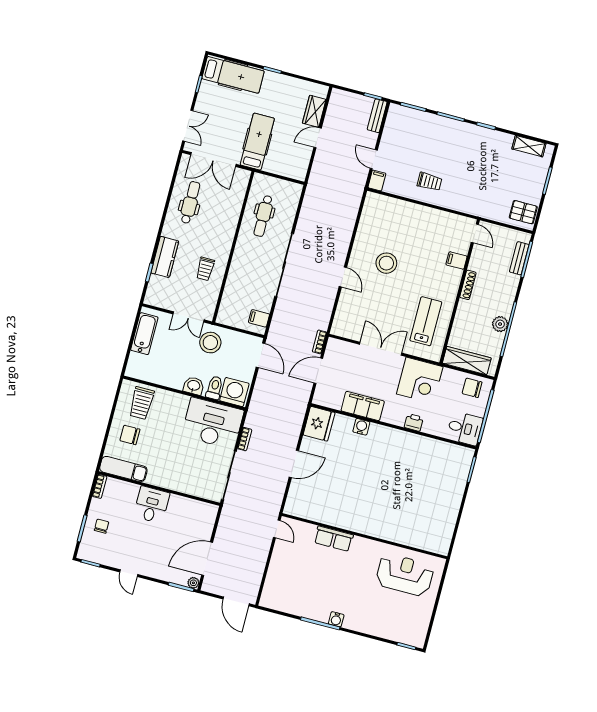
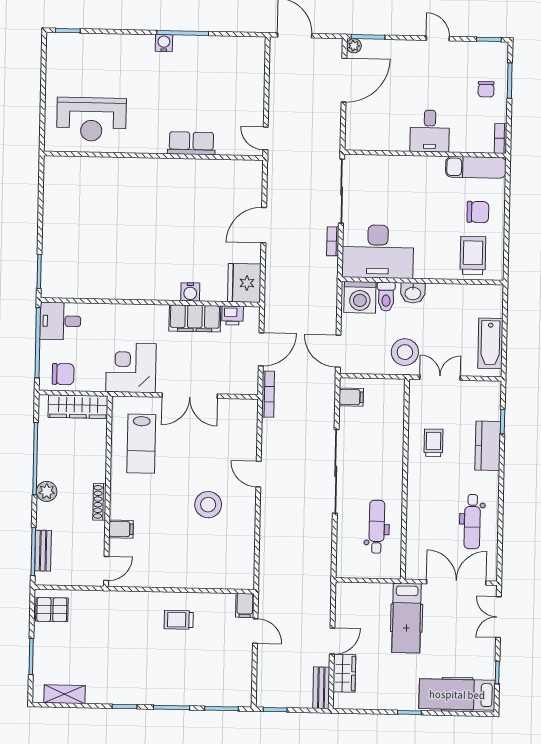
bench: (377, 116) -> (321, 688), moved
door: (475, 233) -> (106, 568), swing flipped
plant: (500, 324) -> (47, 491), moved
bookcase: (320, 342) -> (268, 394), width x1.56
printer: (414, 422) -> (233, 315), moved

